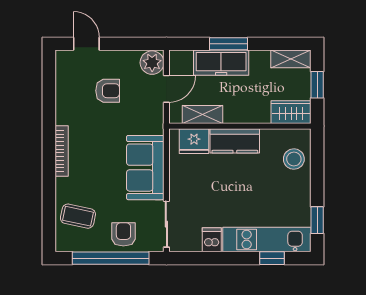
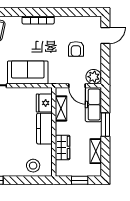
shelving: (291, 59) -> (96, 151), moved
freezer: (221, 63) -> (93, 105), moved
wardrobe: (291, 112) -> (63, 147), moved

